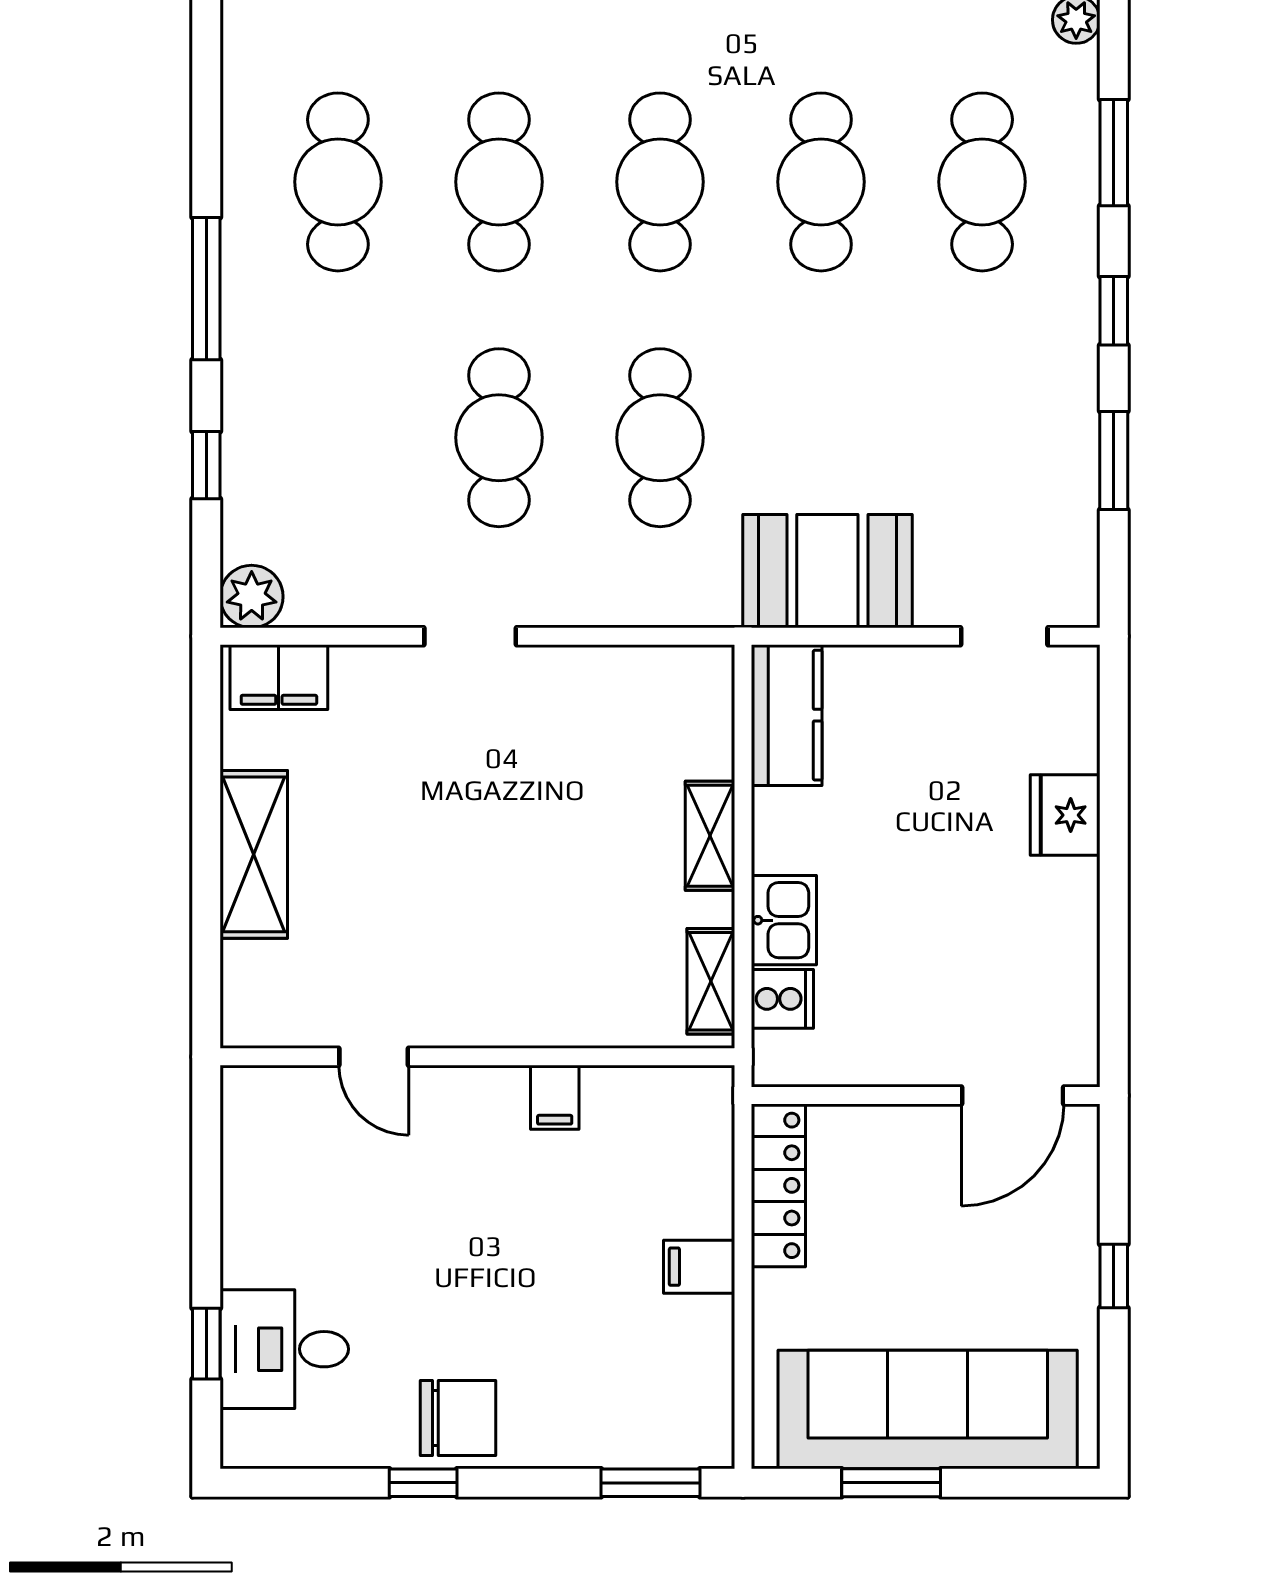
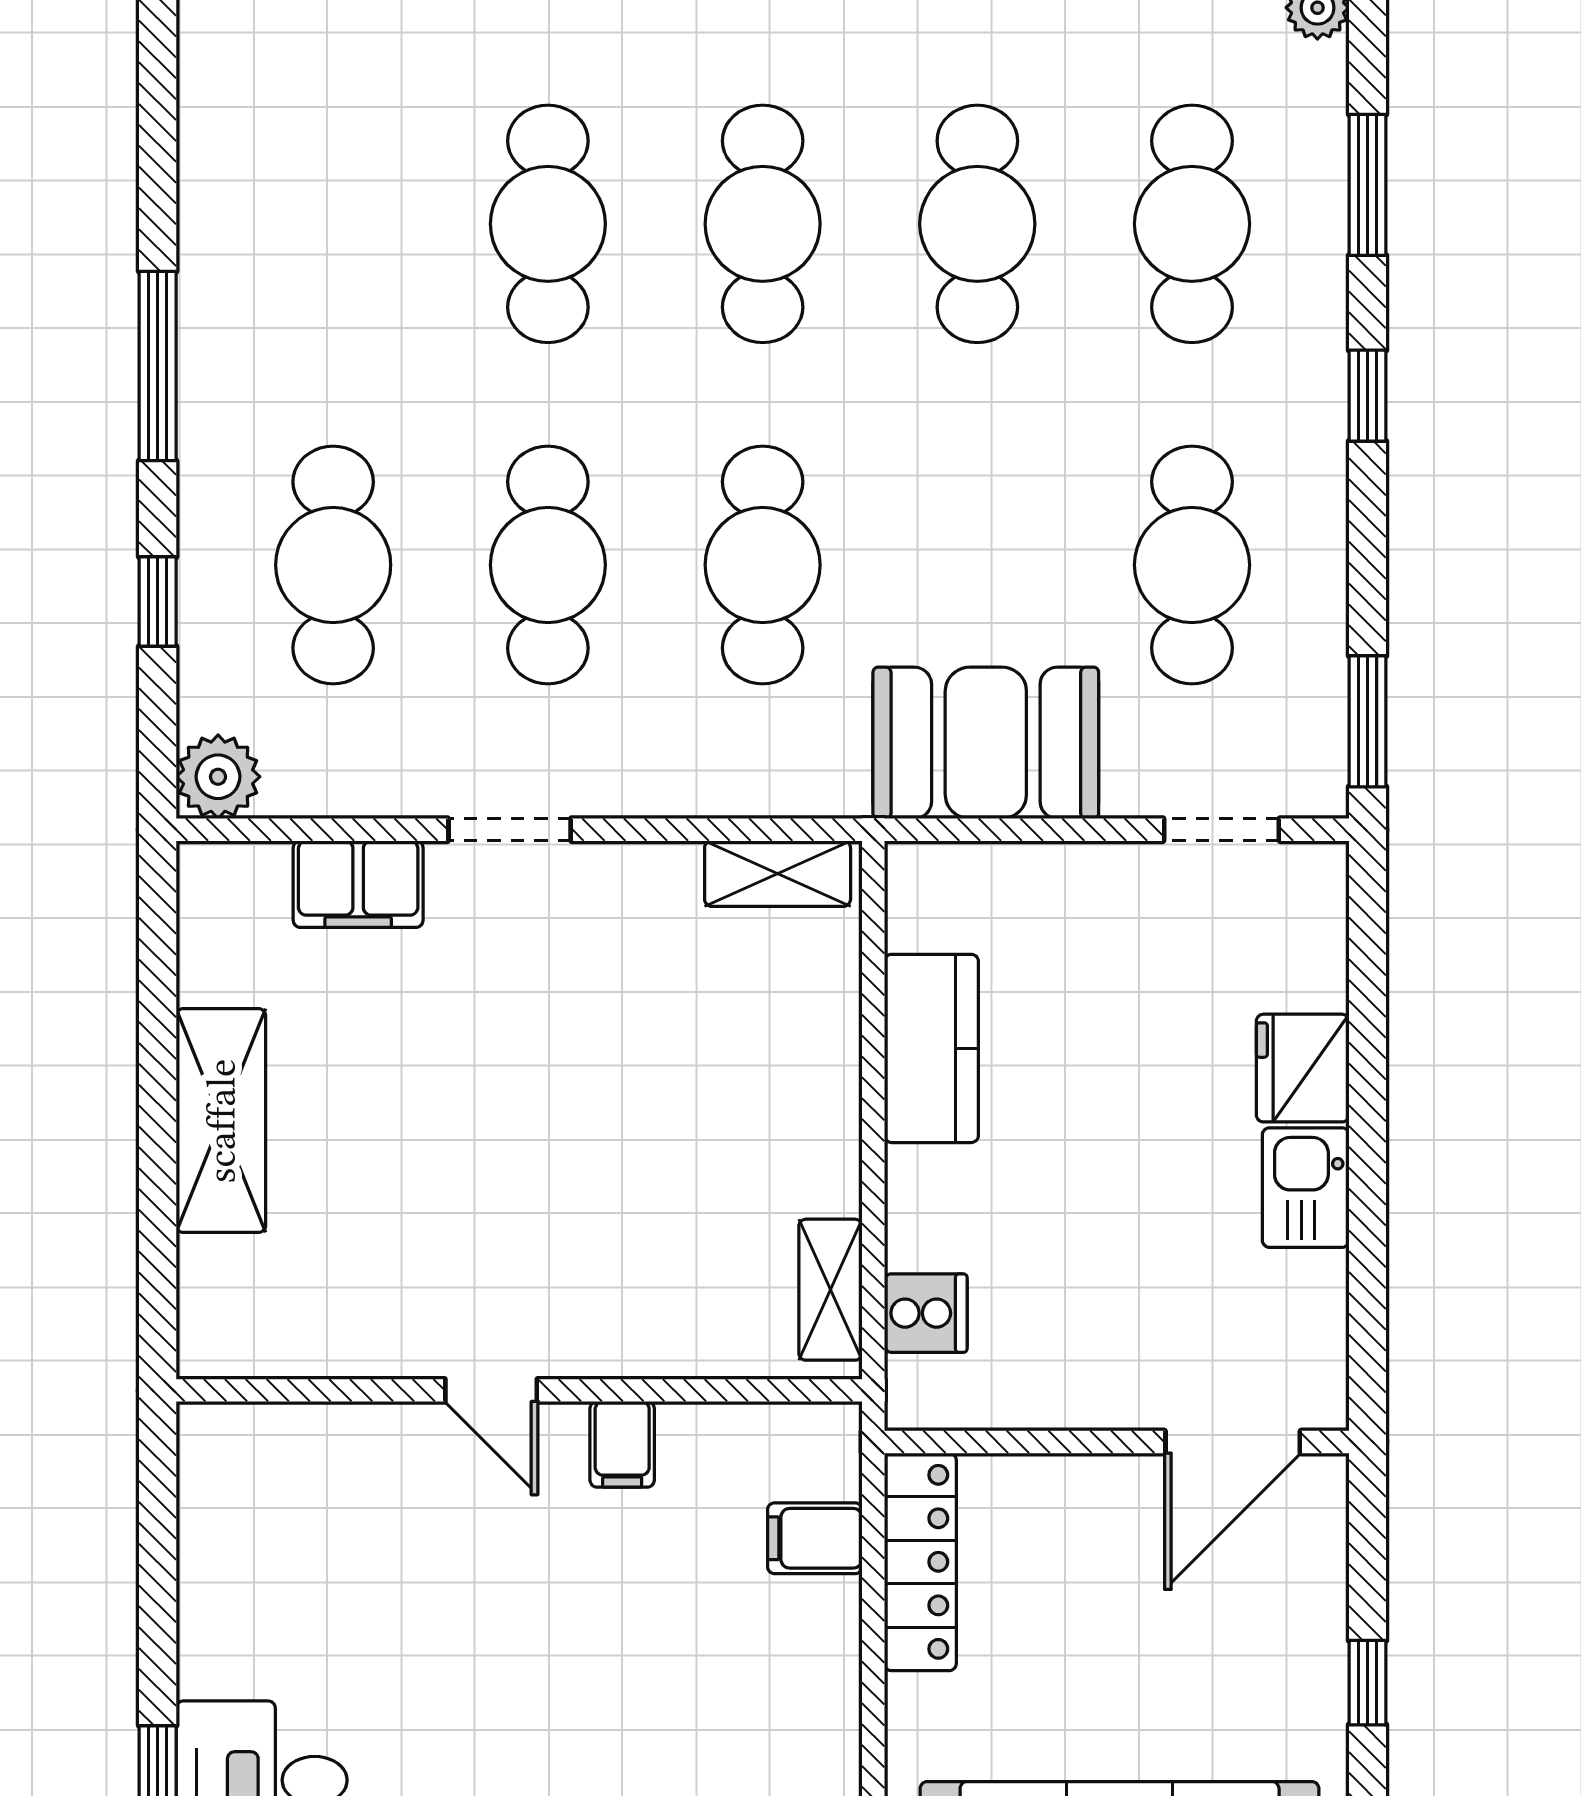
cafe table: (338, 182) -> (333, 565), moved
cafe table: (982, 438) -> (1192, 565), added
window: (1114, 461) -> (1367, 721), moved
filing cabinet: (279, 677) -> (358, 884), moved
kitchen counter: (787, 715) -> (931, 1048), moved
shelving: (710, 836) -> (778, 874), moved, turned 90
kitchen sink: (784, 920) -> (1306, 1188), moved, turned 180
door: (374, 1057) -> (491, 1390), moved
filing cabinet: (699, 1267) -> (815, 1538), moved

